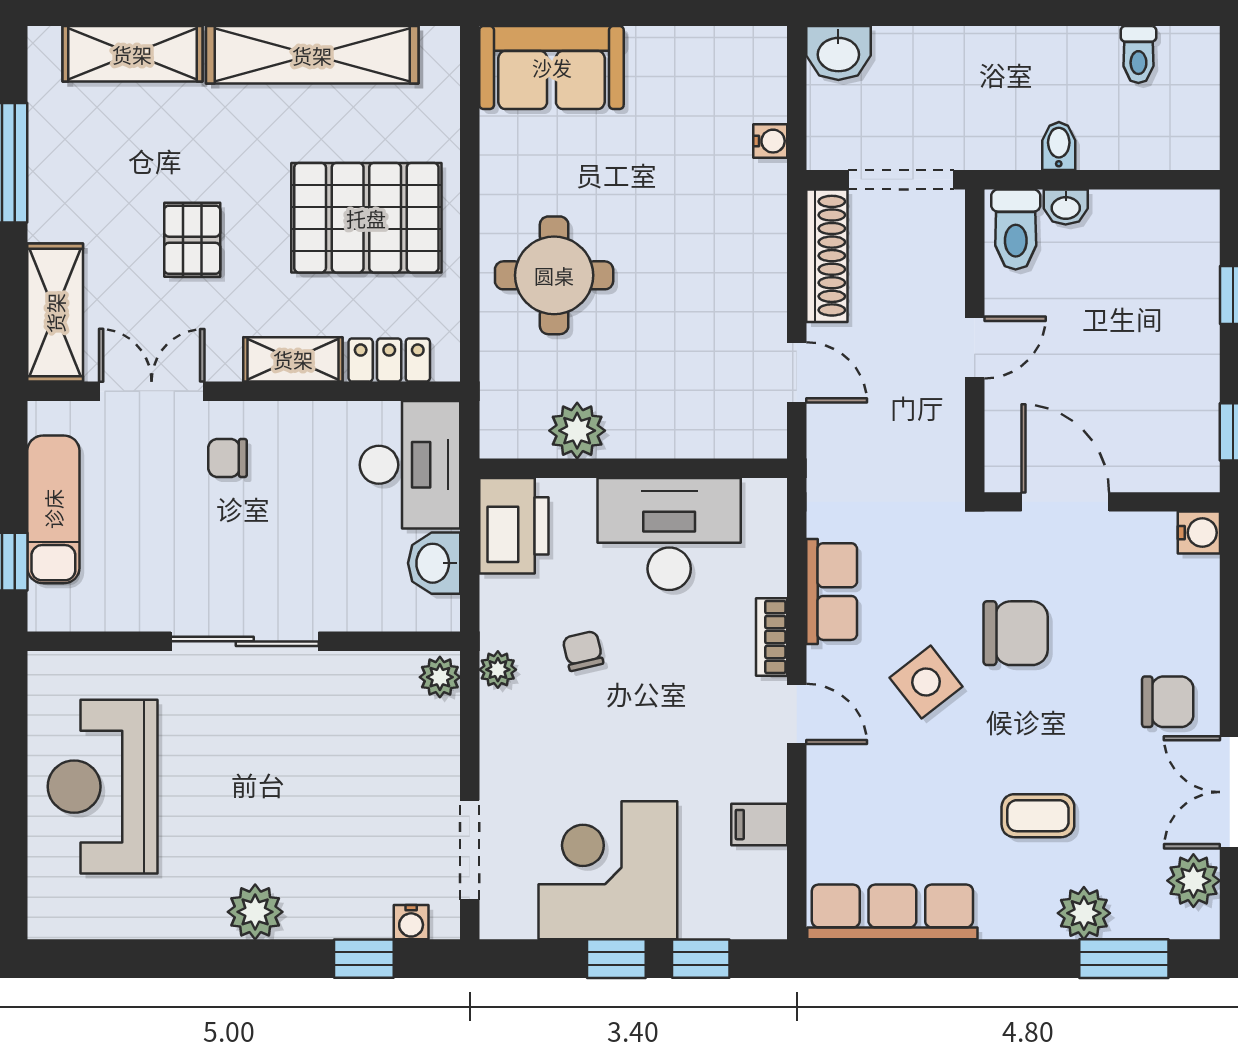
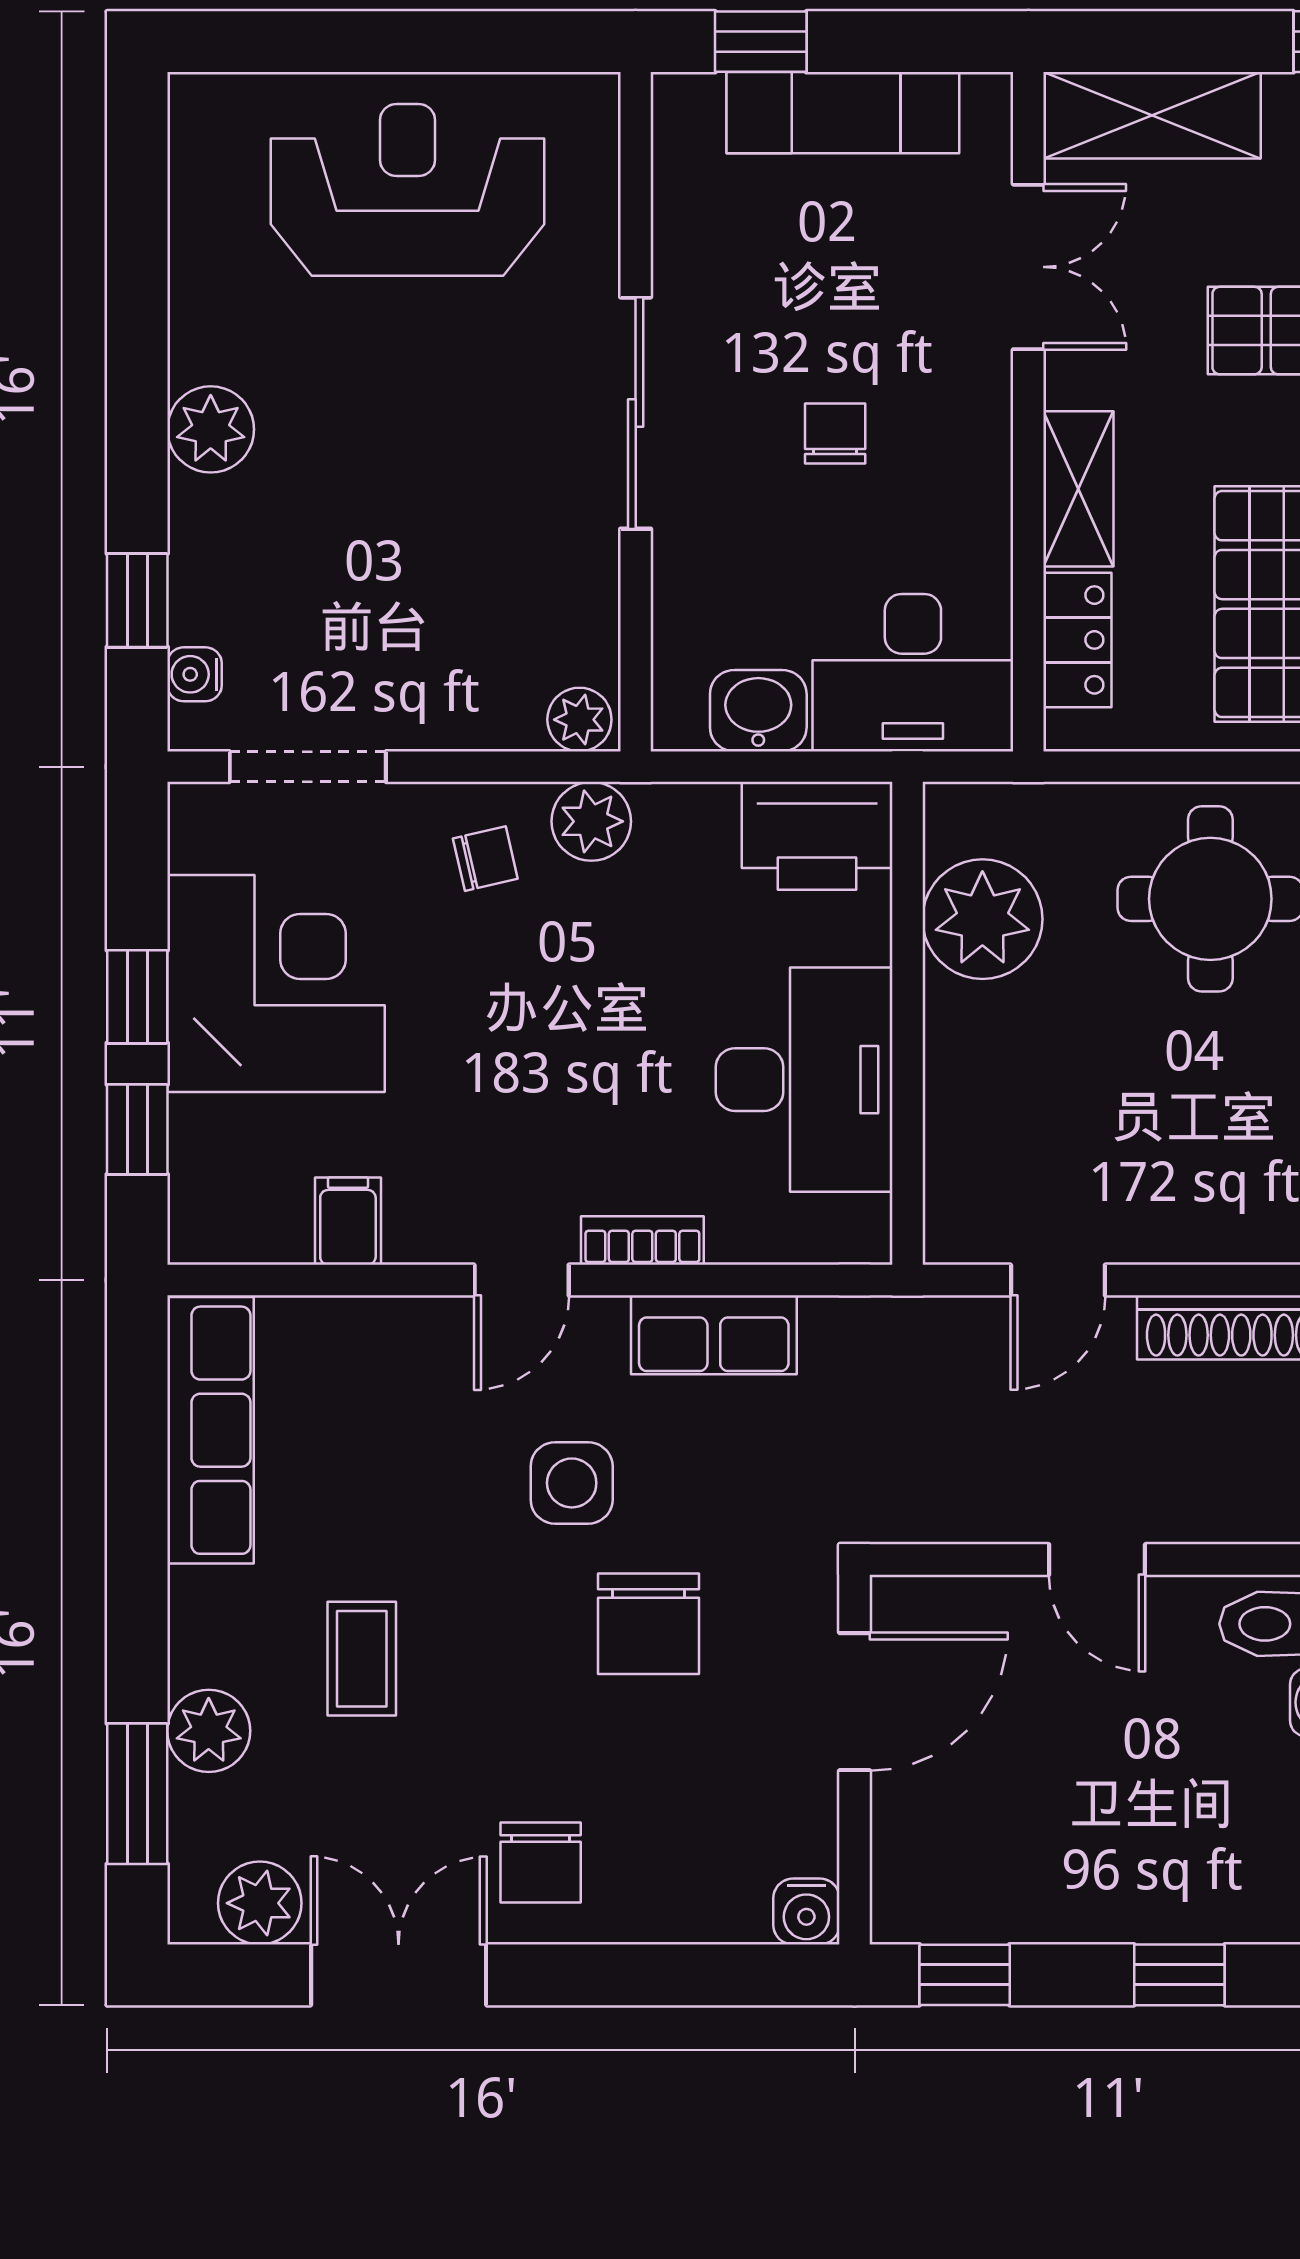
plant: (577, 431) -> (982, 919), width x1.36, depth x1.36
chair: (227, 458) -> (835, 433), moved
chair: (583, 651) -> (485, 859), moved
plant: (498, 670) -> (591, 821), width x1.38, depth x1.38
side table: (926, 682) -> (572, 1483), turned 38

